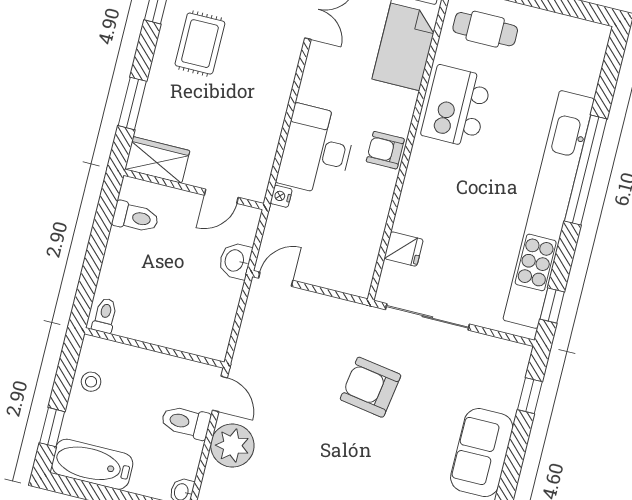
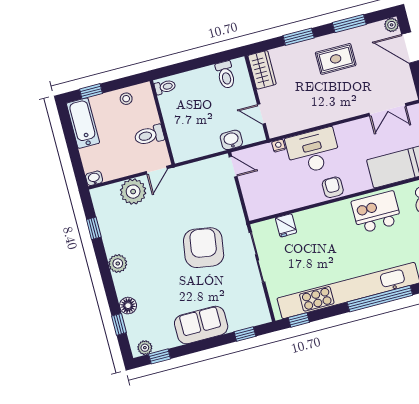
window: (132, 103) -> (299, 37), moved
armchair: (371, 387) -> (204, 248), width x1.36, depth x1.36
toilet: (186, 422) -> (149, 135), moved, turned -90

